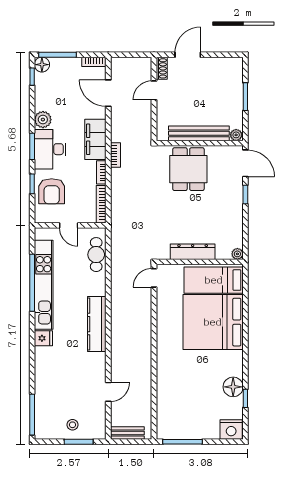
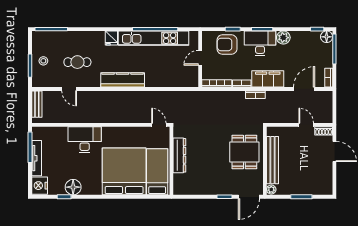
dining table: (188, 169) -> (244, 152), turned 90
plant: (237, 254) -> (178, 190), removed
cafe table: (96, 255) -> (77, 62), moved
desk: (173, 372) -> (85, 140), added
tv unit: (196, 433) -> (37, 158), added

